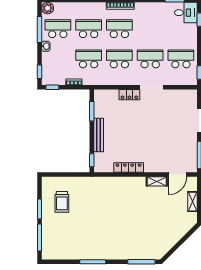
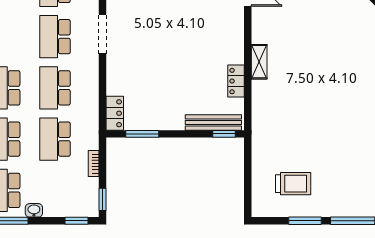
locker: (129, 95) -> (115, 113), moved
bench: (99, 135) -> (213, 123), moved
locker: (129, 168) -> (236, 81), width x0.66
shelving: (157, 181) -> (259, 62), moved

